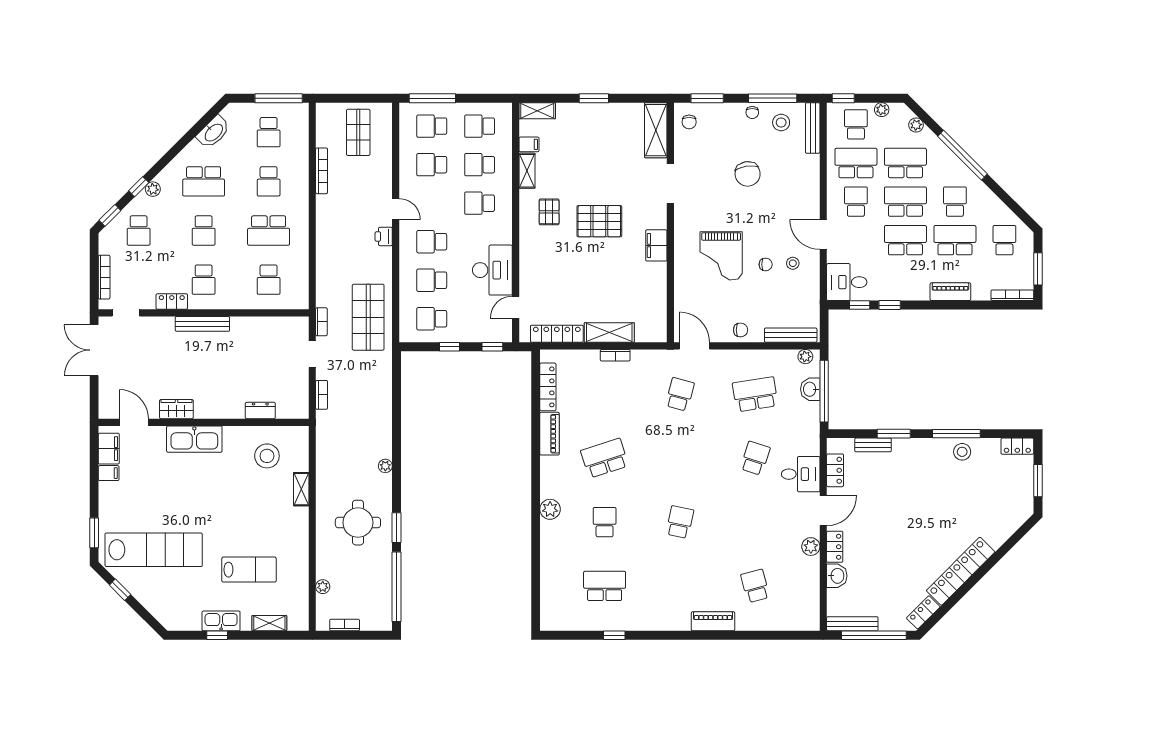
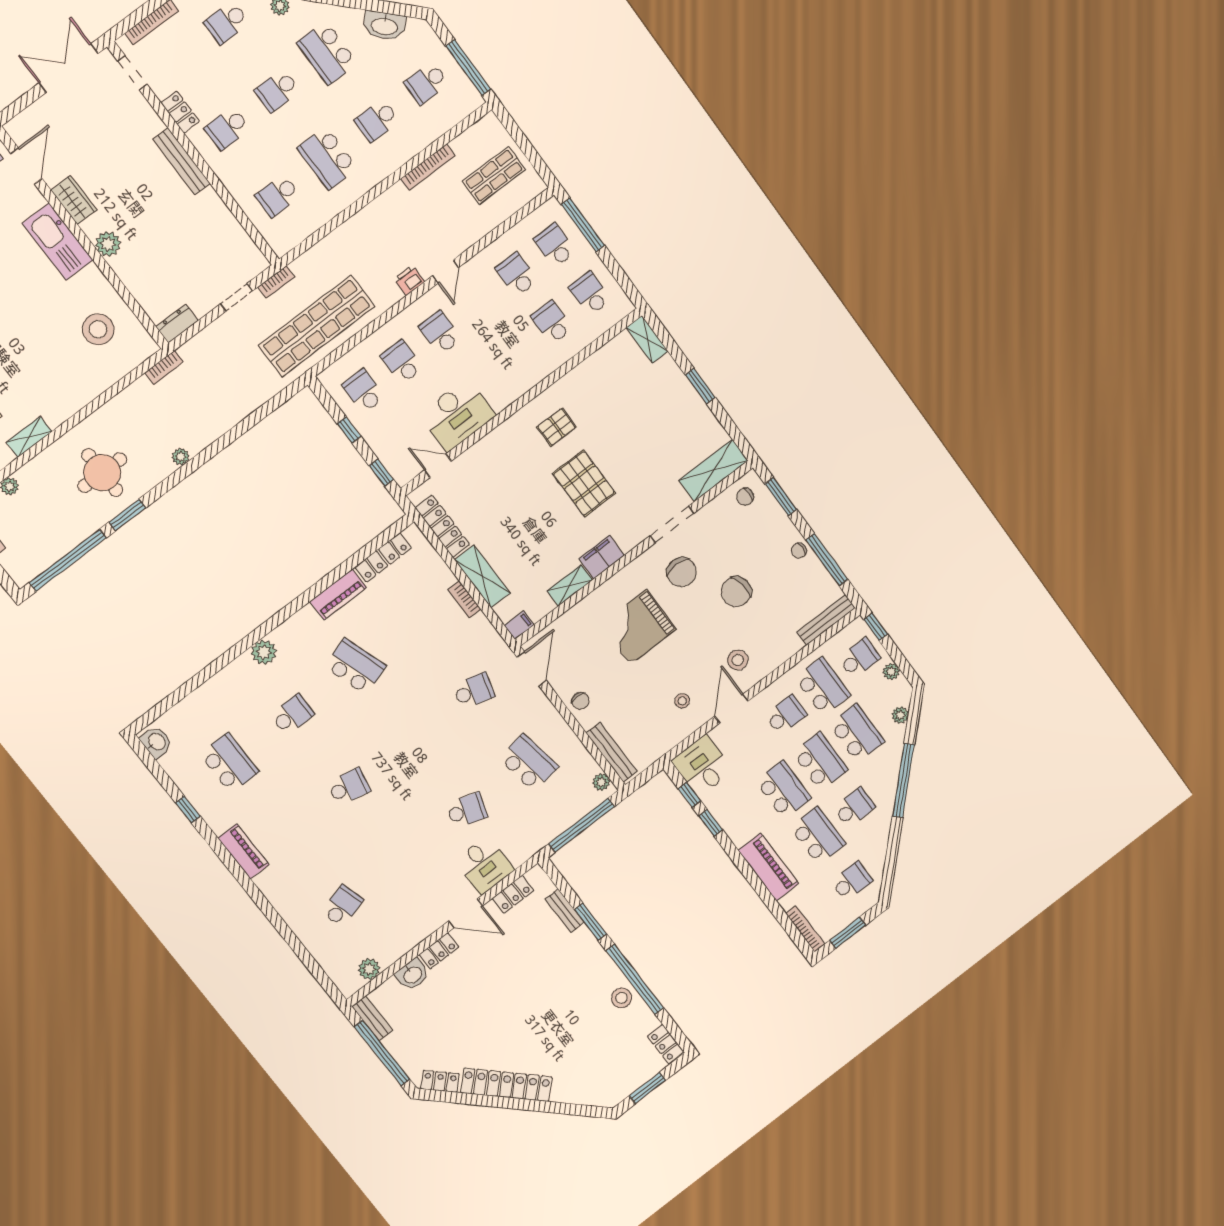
stool: (781, 122) -> (738, 660), moved
filing cabinet: (529, 144) -> (519, 625), moved, turned -90
shelving: (527, 171) -> (570, 585), moved
school desk: (480, 203) -> (514, 351), removed
chair: (766, 264) -> (682, 572), moved, width x1.87, depth x1.87
piano: (950, 292) -> (769, 867), width x1.37, depth x1.33
shop shelf: (368, 317) -> (317, 326), width x1.40
washbasin: (810, 389) -> (156, 742), moved, turned 90
bookcase: (322, 395) -> (164, 367), moved
plant: (219, 409) -> (108, 244), added
dresser: (260, 411) -> (177, 324), moved, turned -90
window: (956, 434) -> (635, 979), width x1.46
shelving: (301, 489) -> (29, 437), moved
plant: (811, 547) -> (369, 969), moved
piano: (713, 621) -> (243, 851), moved
bench: (852, 624) -> (372, 1018), width x0.73

